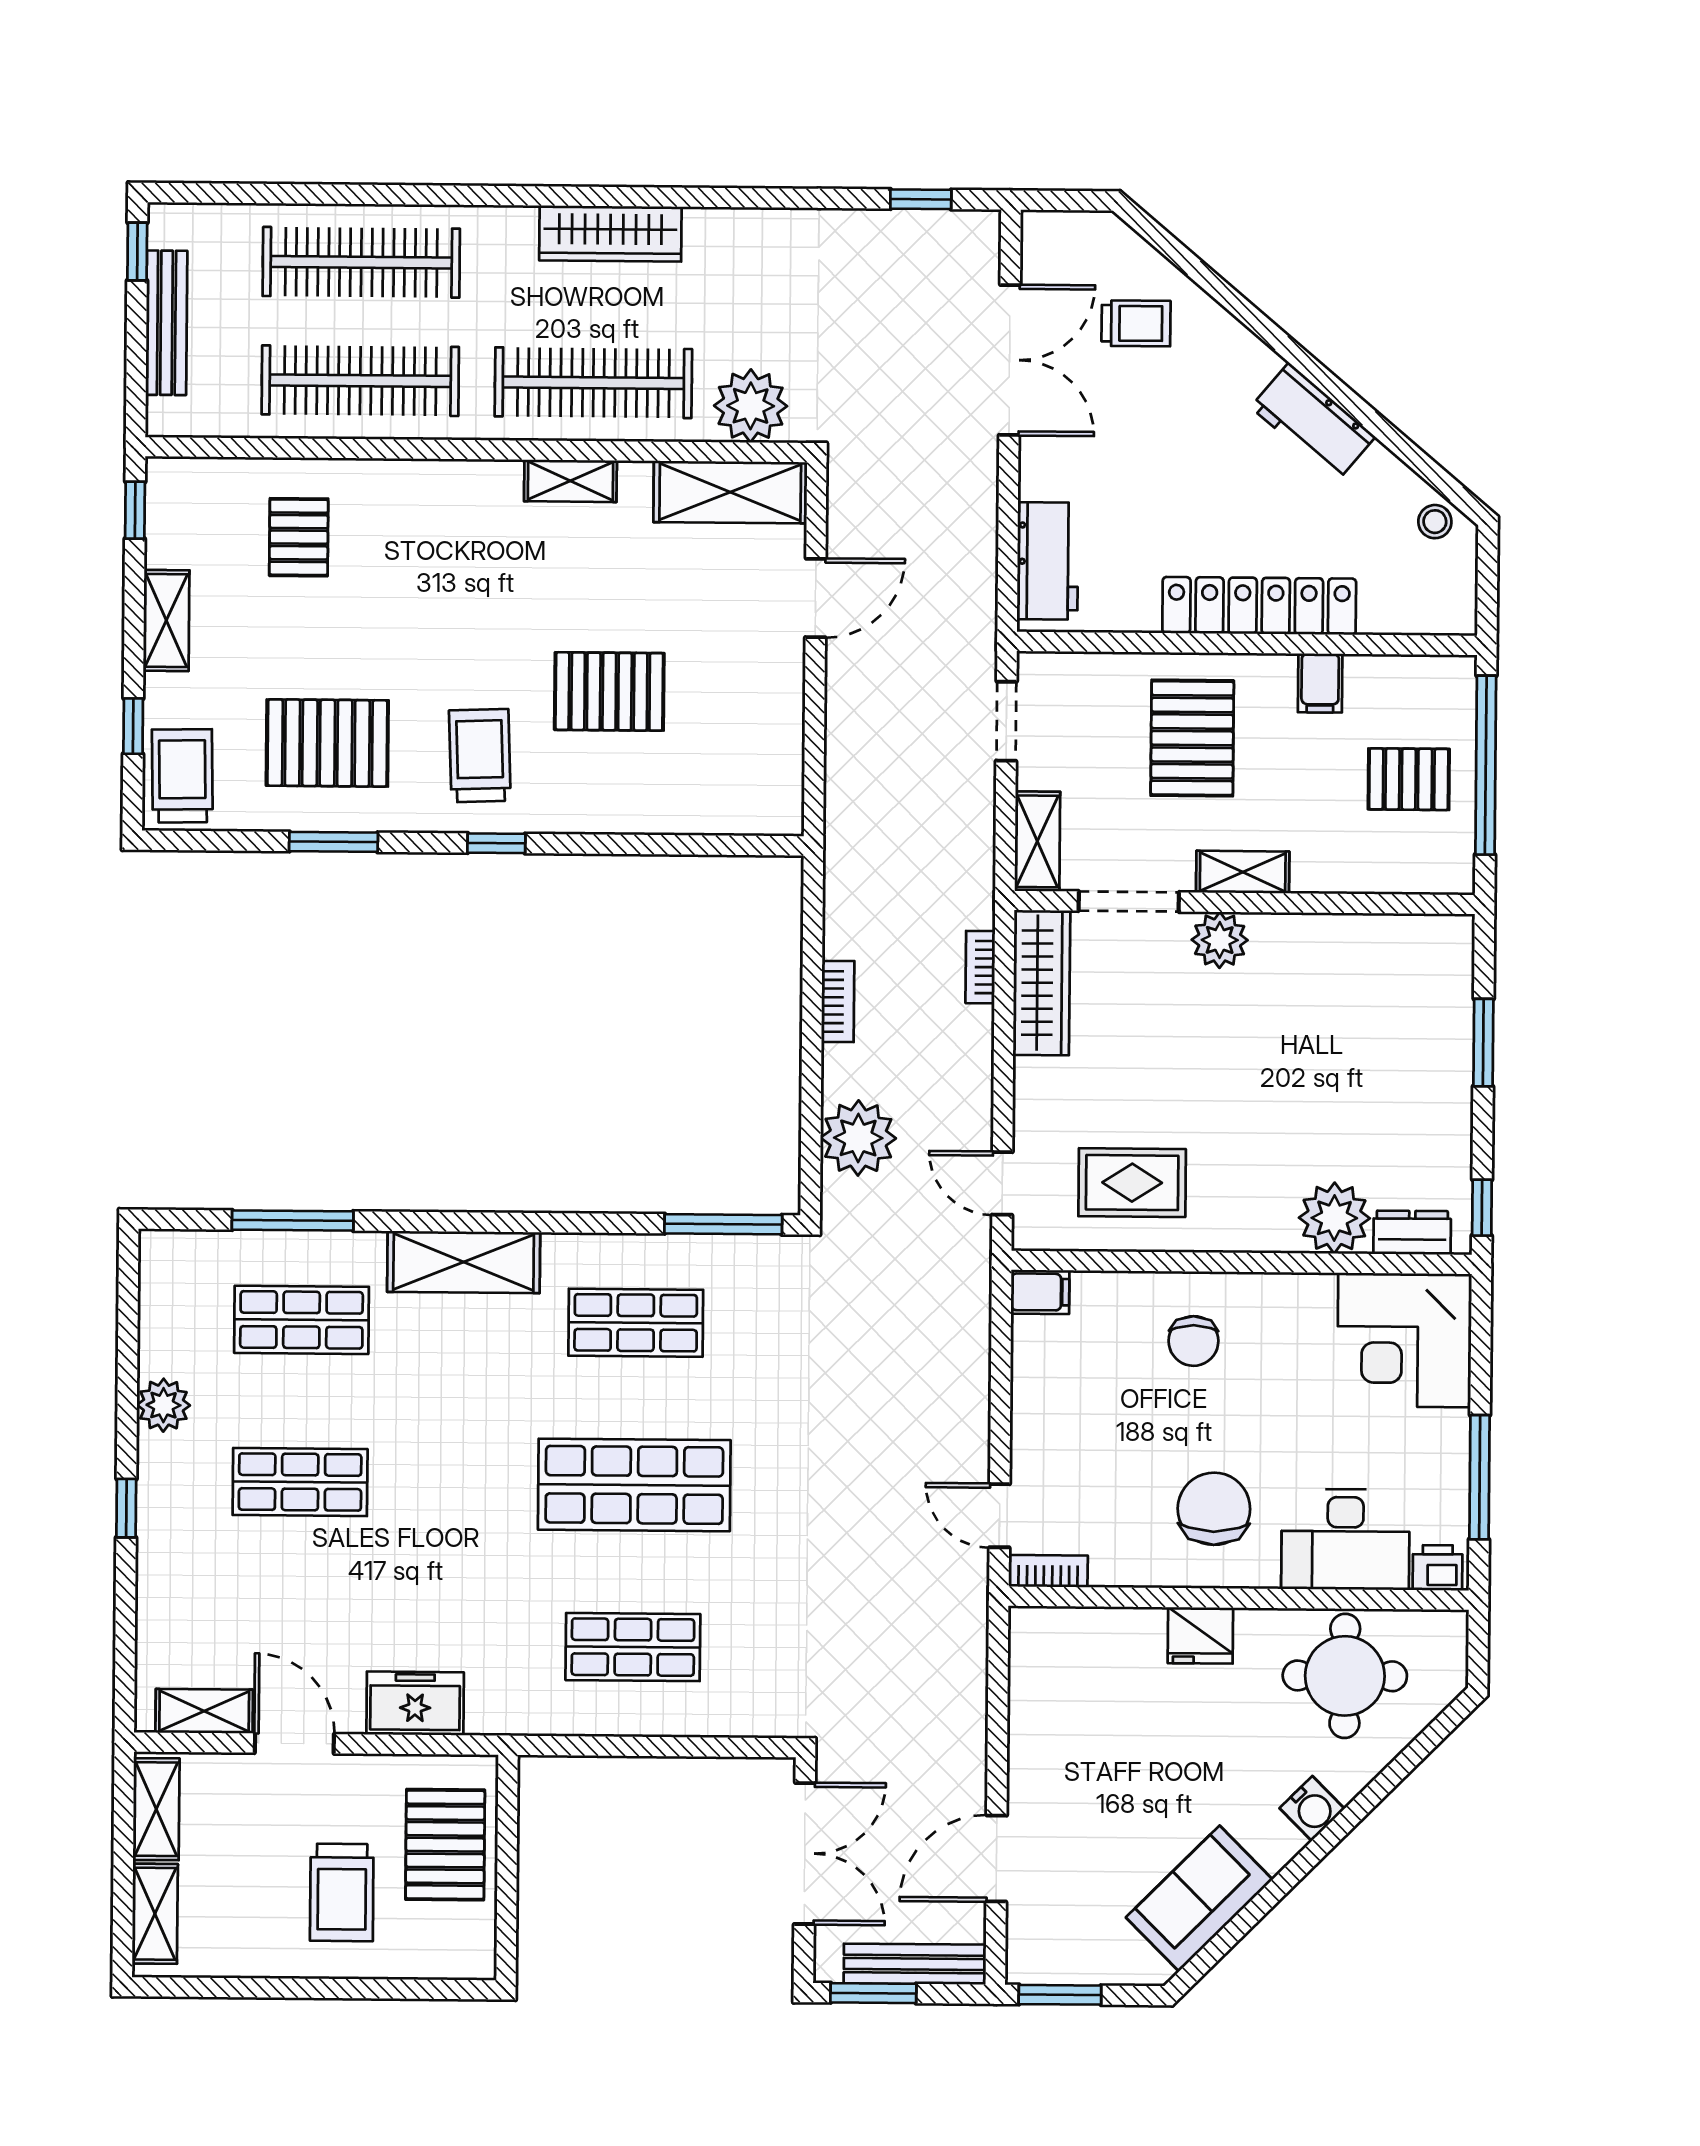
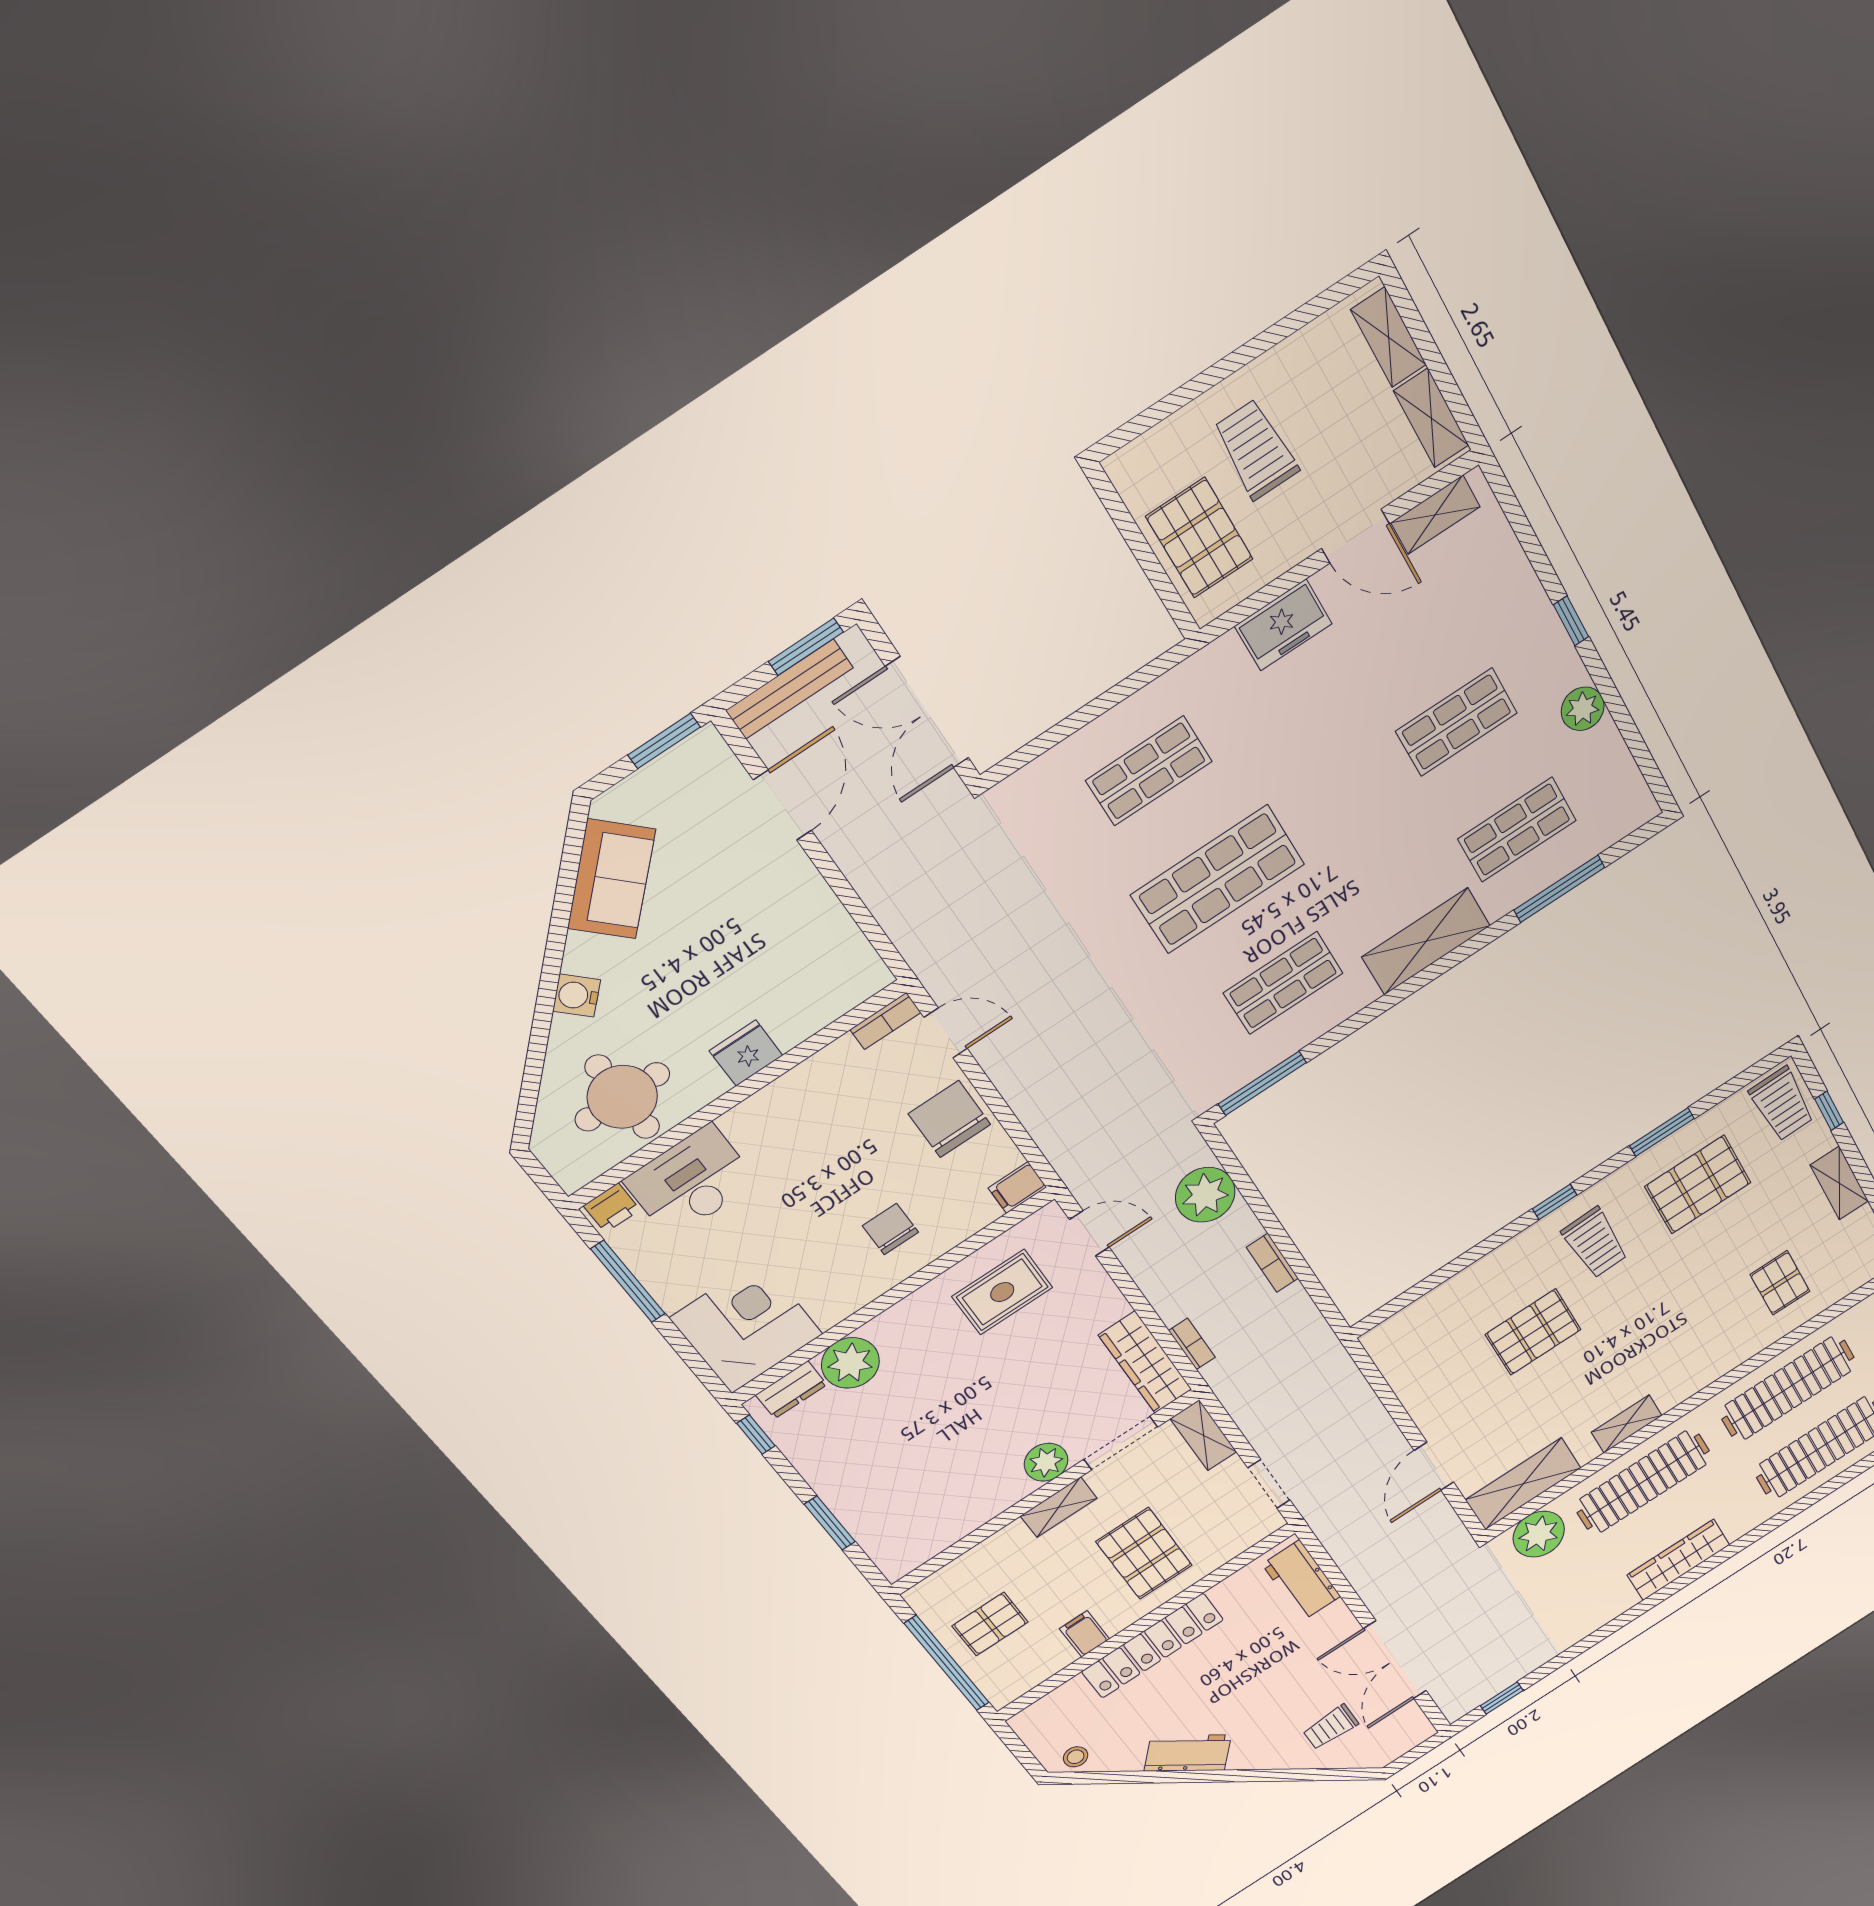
chair: (1214, 1509) -> (949, 1119), moved, turned 180

